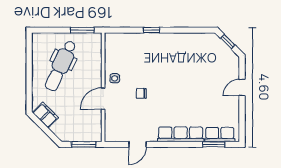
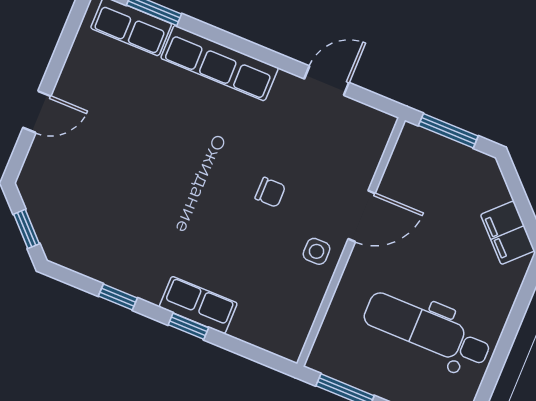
window: (183, 30) -> (118, 297), added
row of seats: (151, 40) -> (198, 305), added
dental chair: (61, 66) -> (427, 330), turned -115

